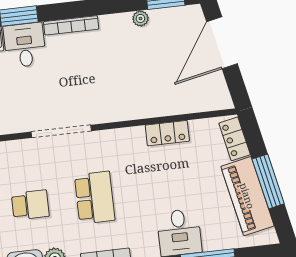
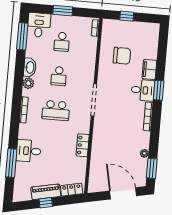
locker: (167, 133) -> (83, 145), moved
window: (268, 181) -> (46, 203), width x0.46
piano: (247, 196) -> (46, 192), width x0.73, depth x0.75

